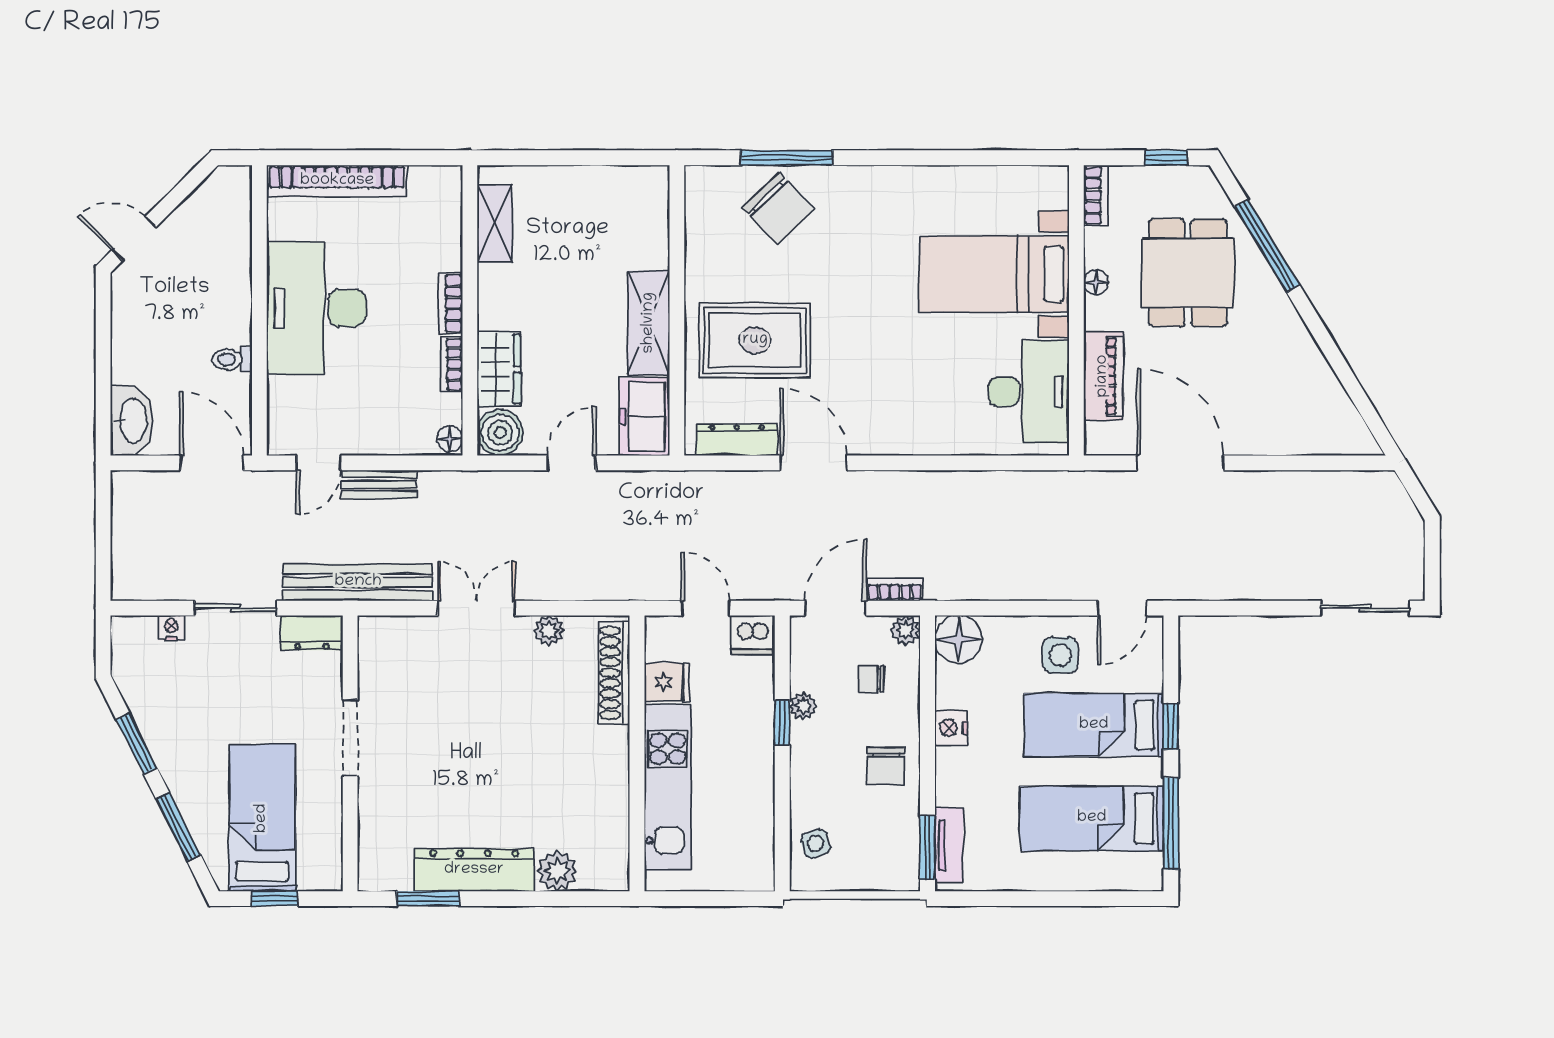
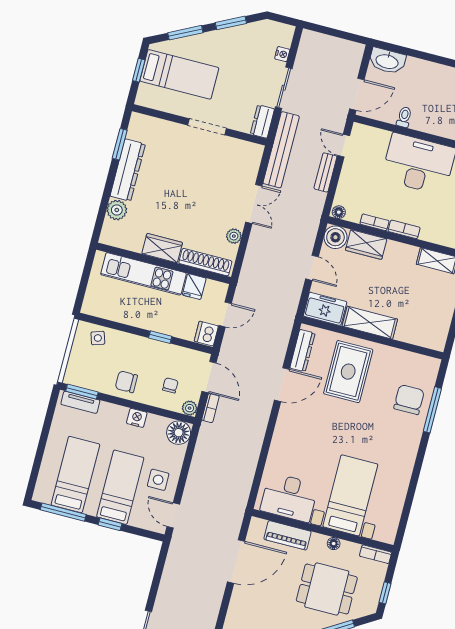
chair: (778, 208) -> (409, 400), turned 134
plant: (803, 706) -> (166, 349), removed
wardrobe: (608, 764) -> (162, 248), added

